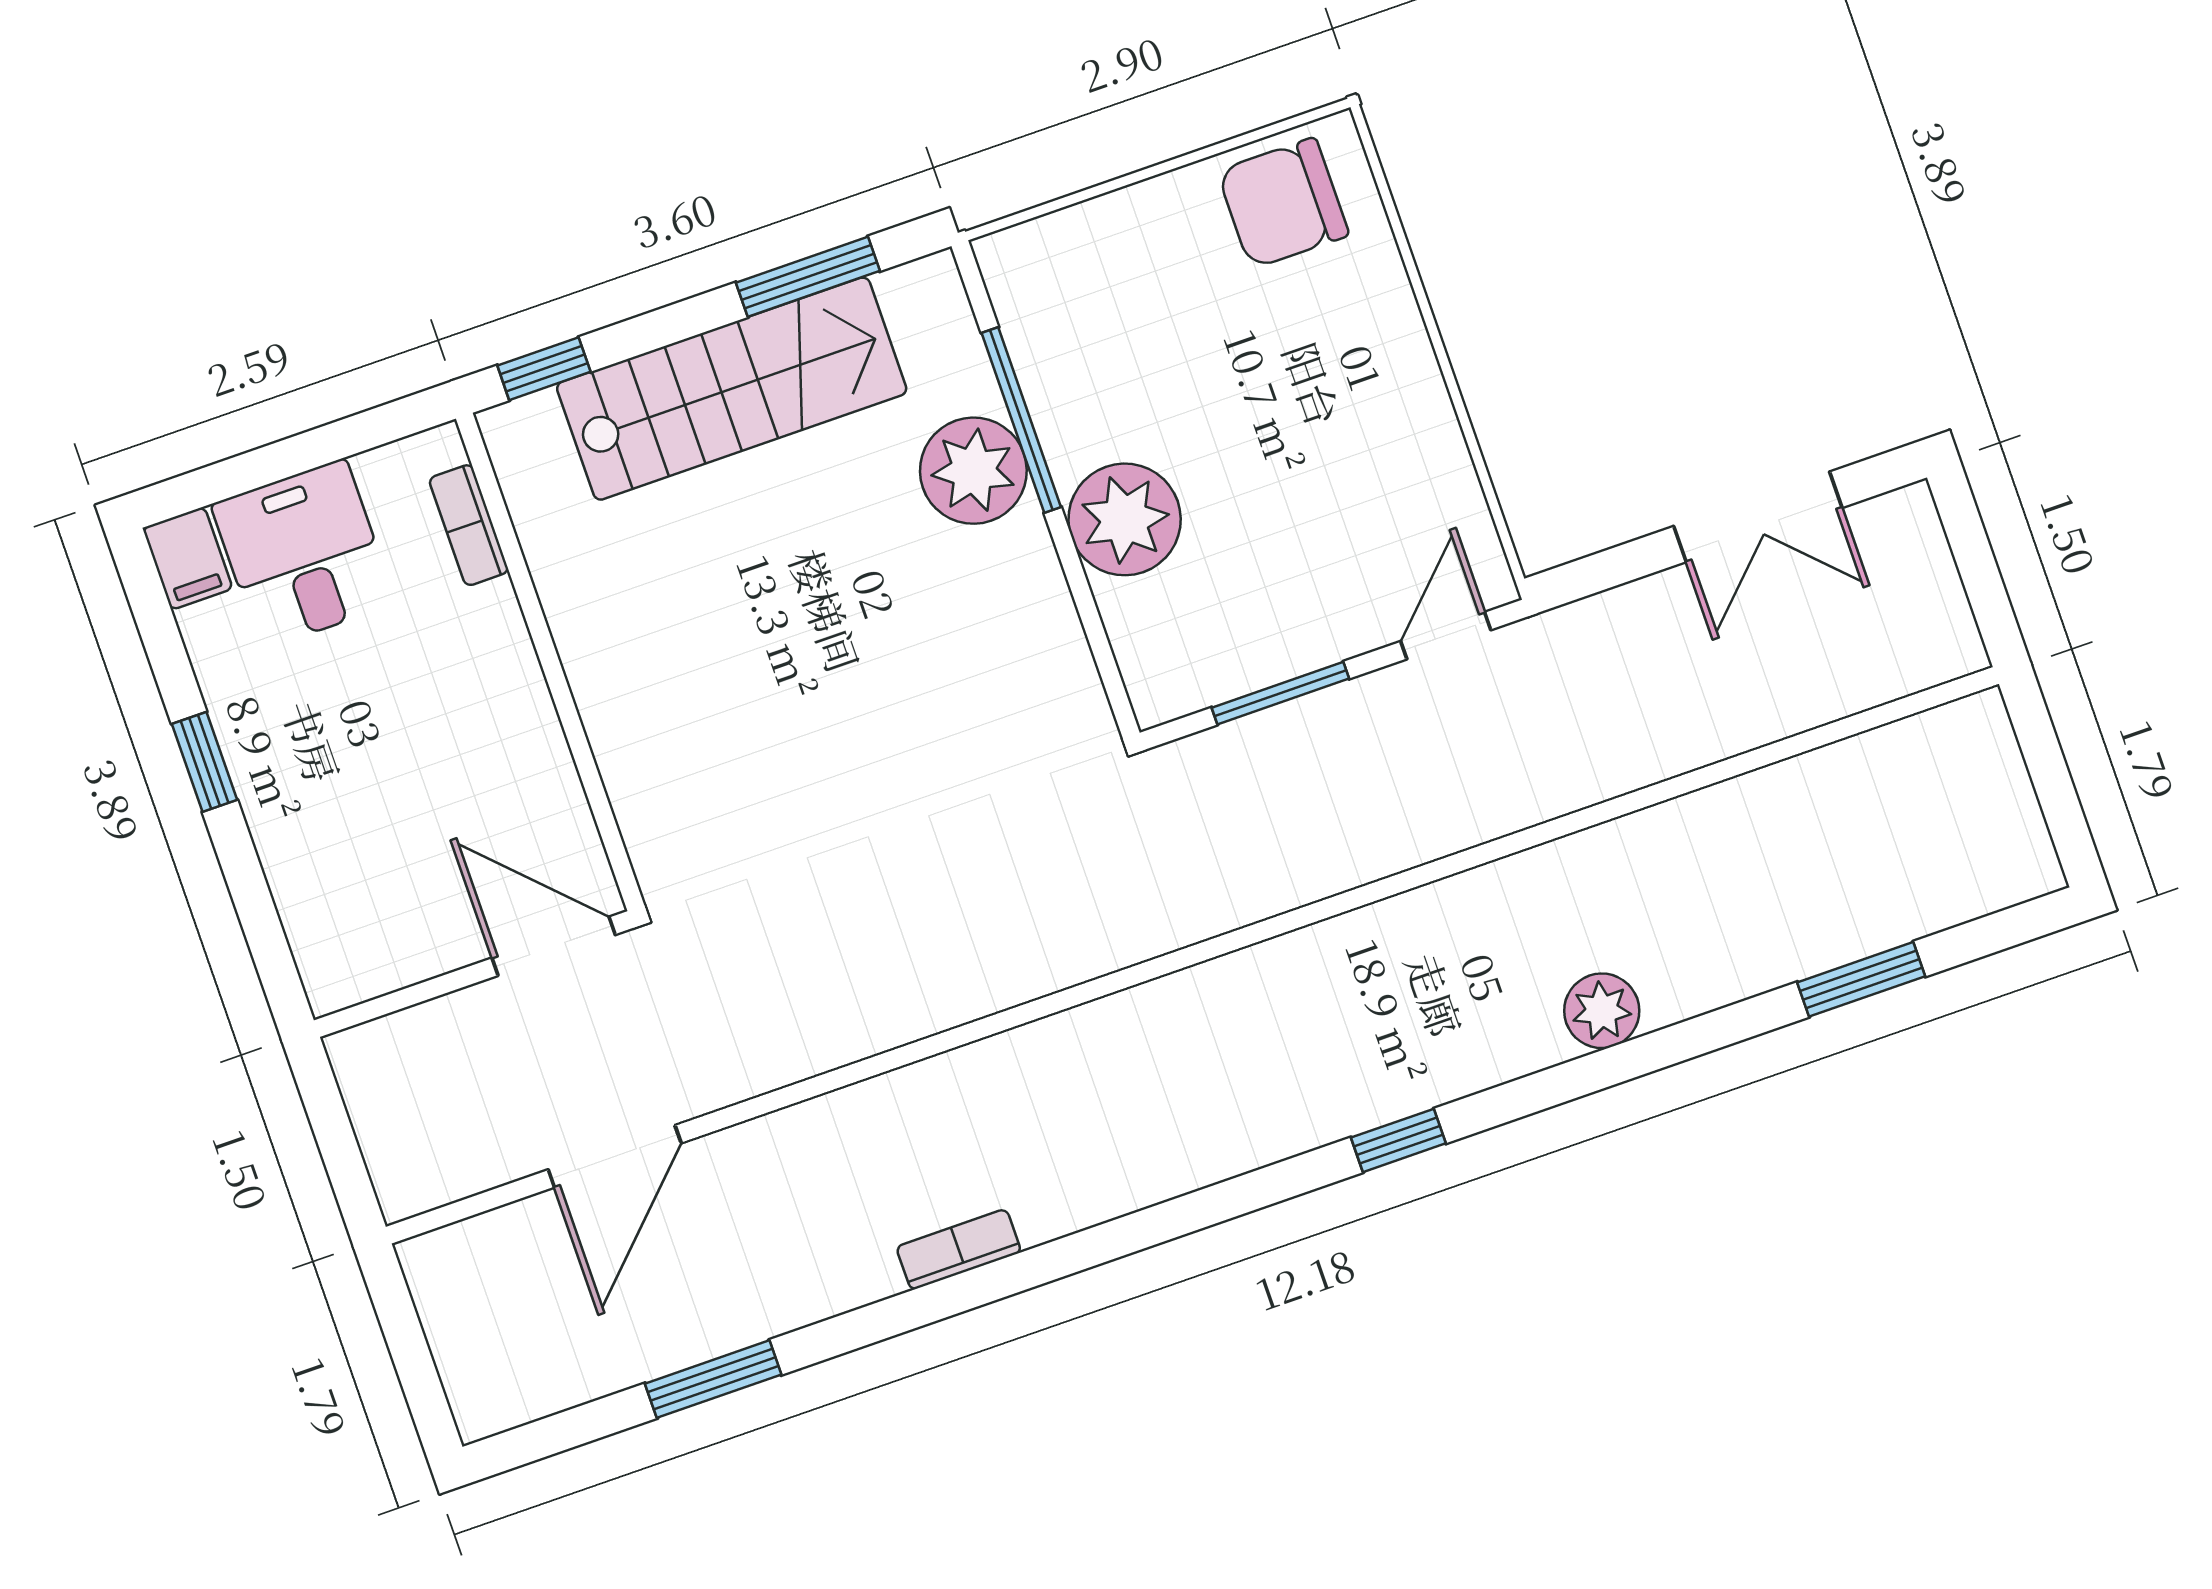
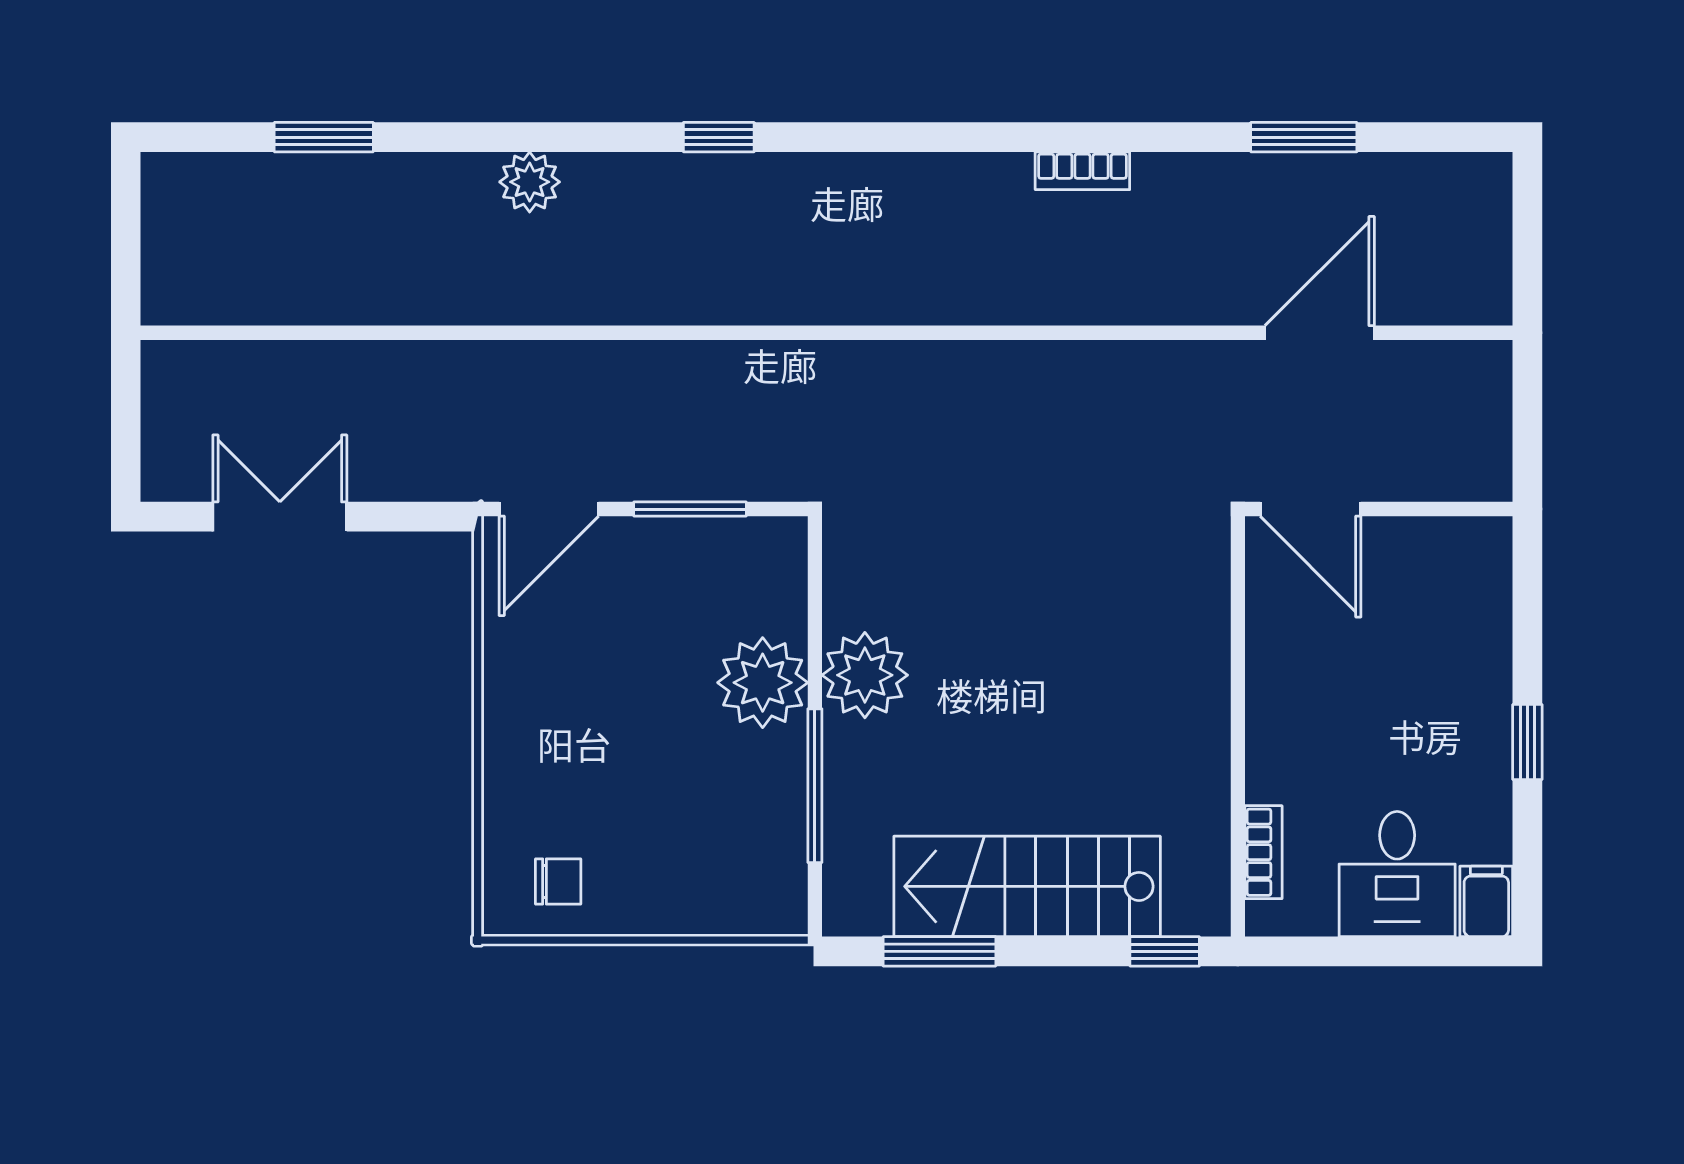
chair: (1283, 203) -> (558, 881), width x0.54, depth x0.54
plant: (973, 471) -> (865, 675), moved
door: (1446, 636) -> (549, 509), width x1.38

